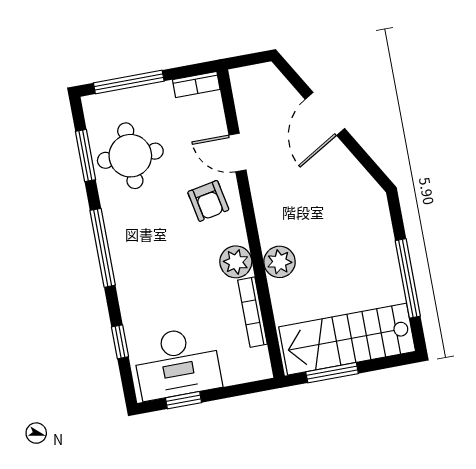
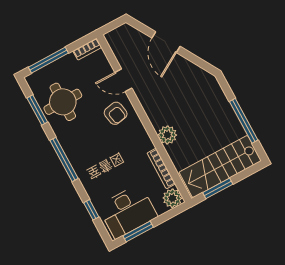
plant: (236, 262) -> (172, 198), moved
window: (183, 400) -> (138, 231), width x1.50

